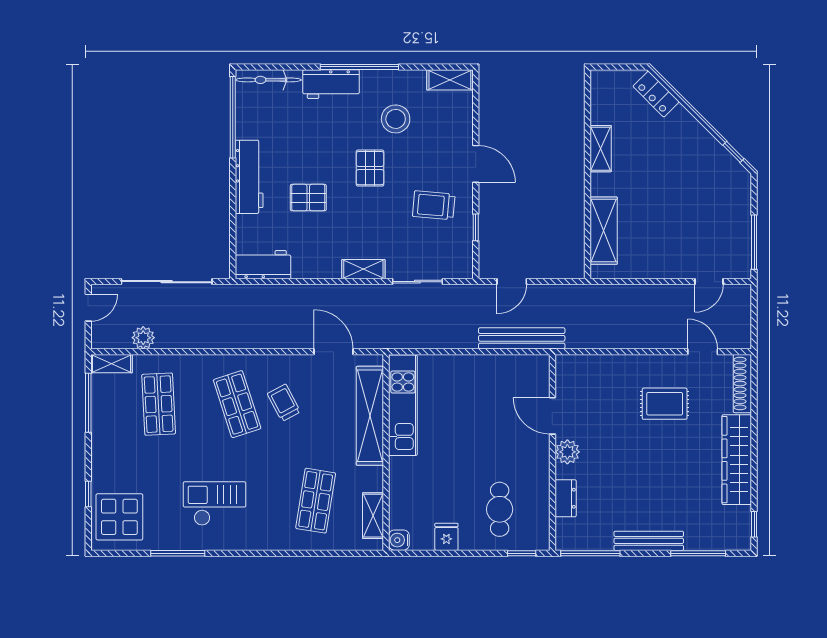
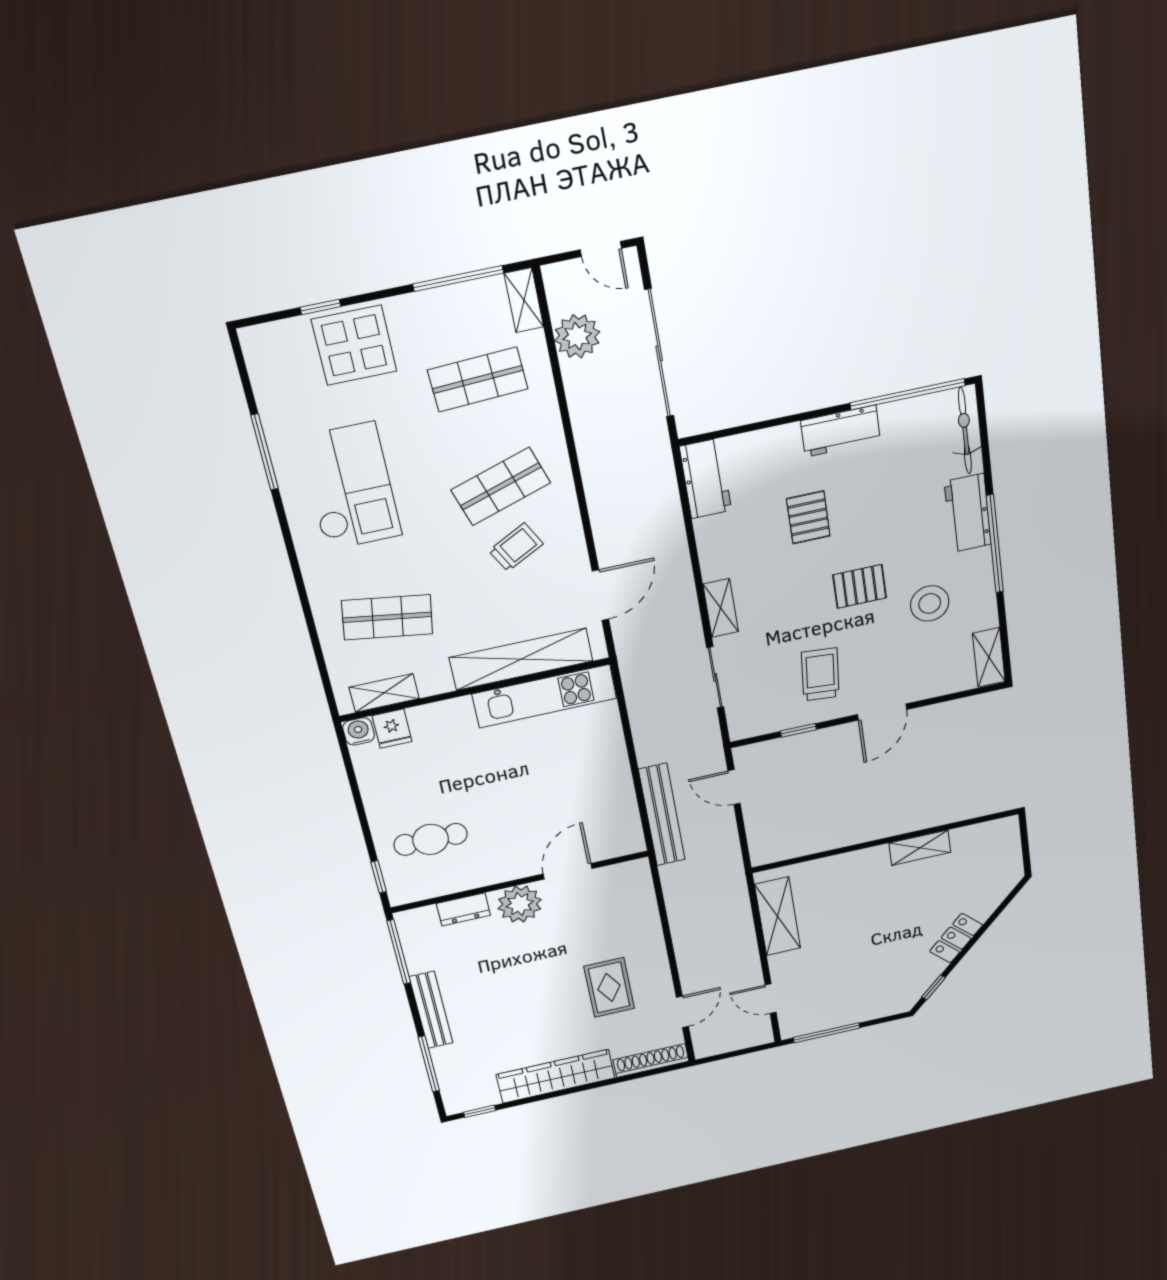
locker: (656, 94) -> (956, 938), moved
workbench: (249, 177) -> (841, 431), width x0.73
shelving: (604, 231) -> (778, 916), moved, turned 90
plant: (143, 338) -> (577, 336), width x1.36, depth x1.36
plant: (567, 452) -> (520, 904), width x1.36, depth x1.36
checkout: (215, 504) -> (350, 487), width x1.36, depth x1.21
display table: (119, 517) -> (354, 345), moved
fridge: (446, 537) -> (392, 729), moved, turned 90

